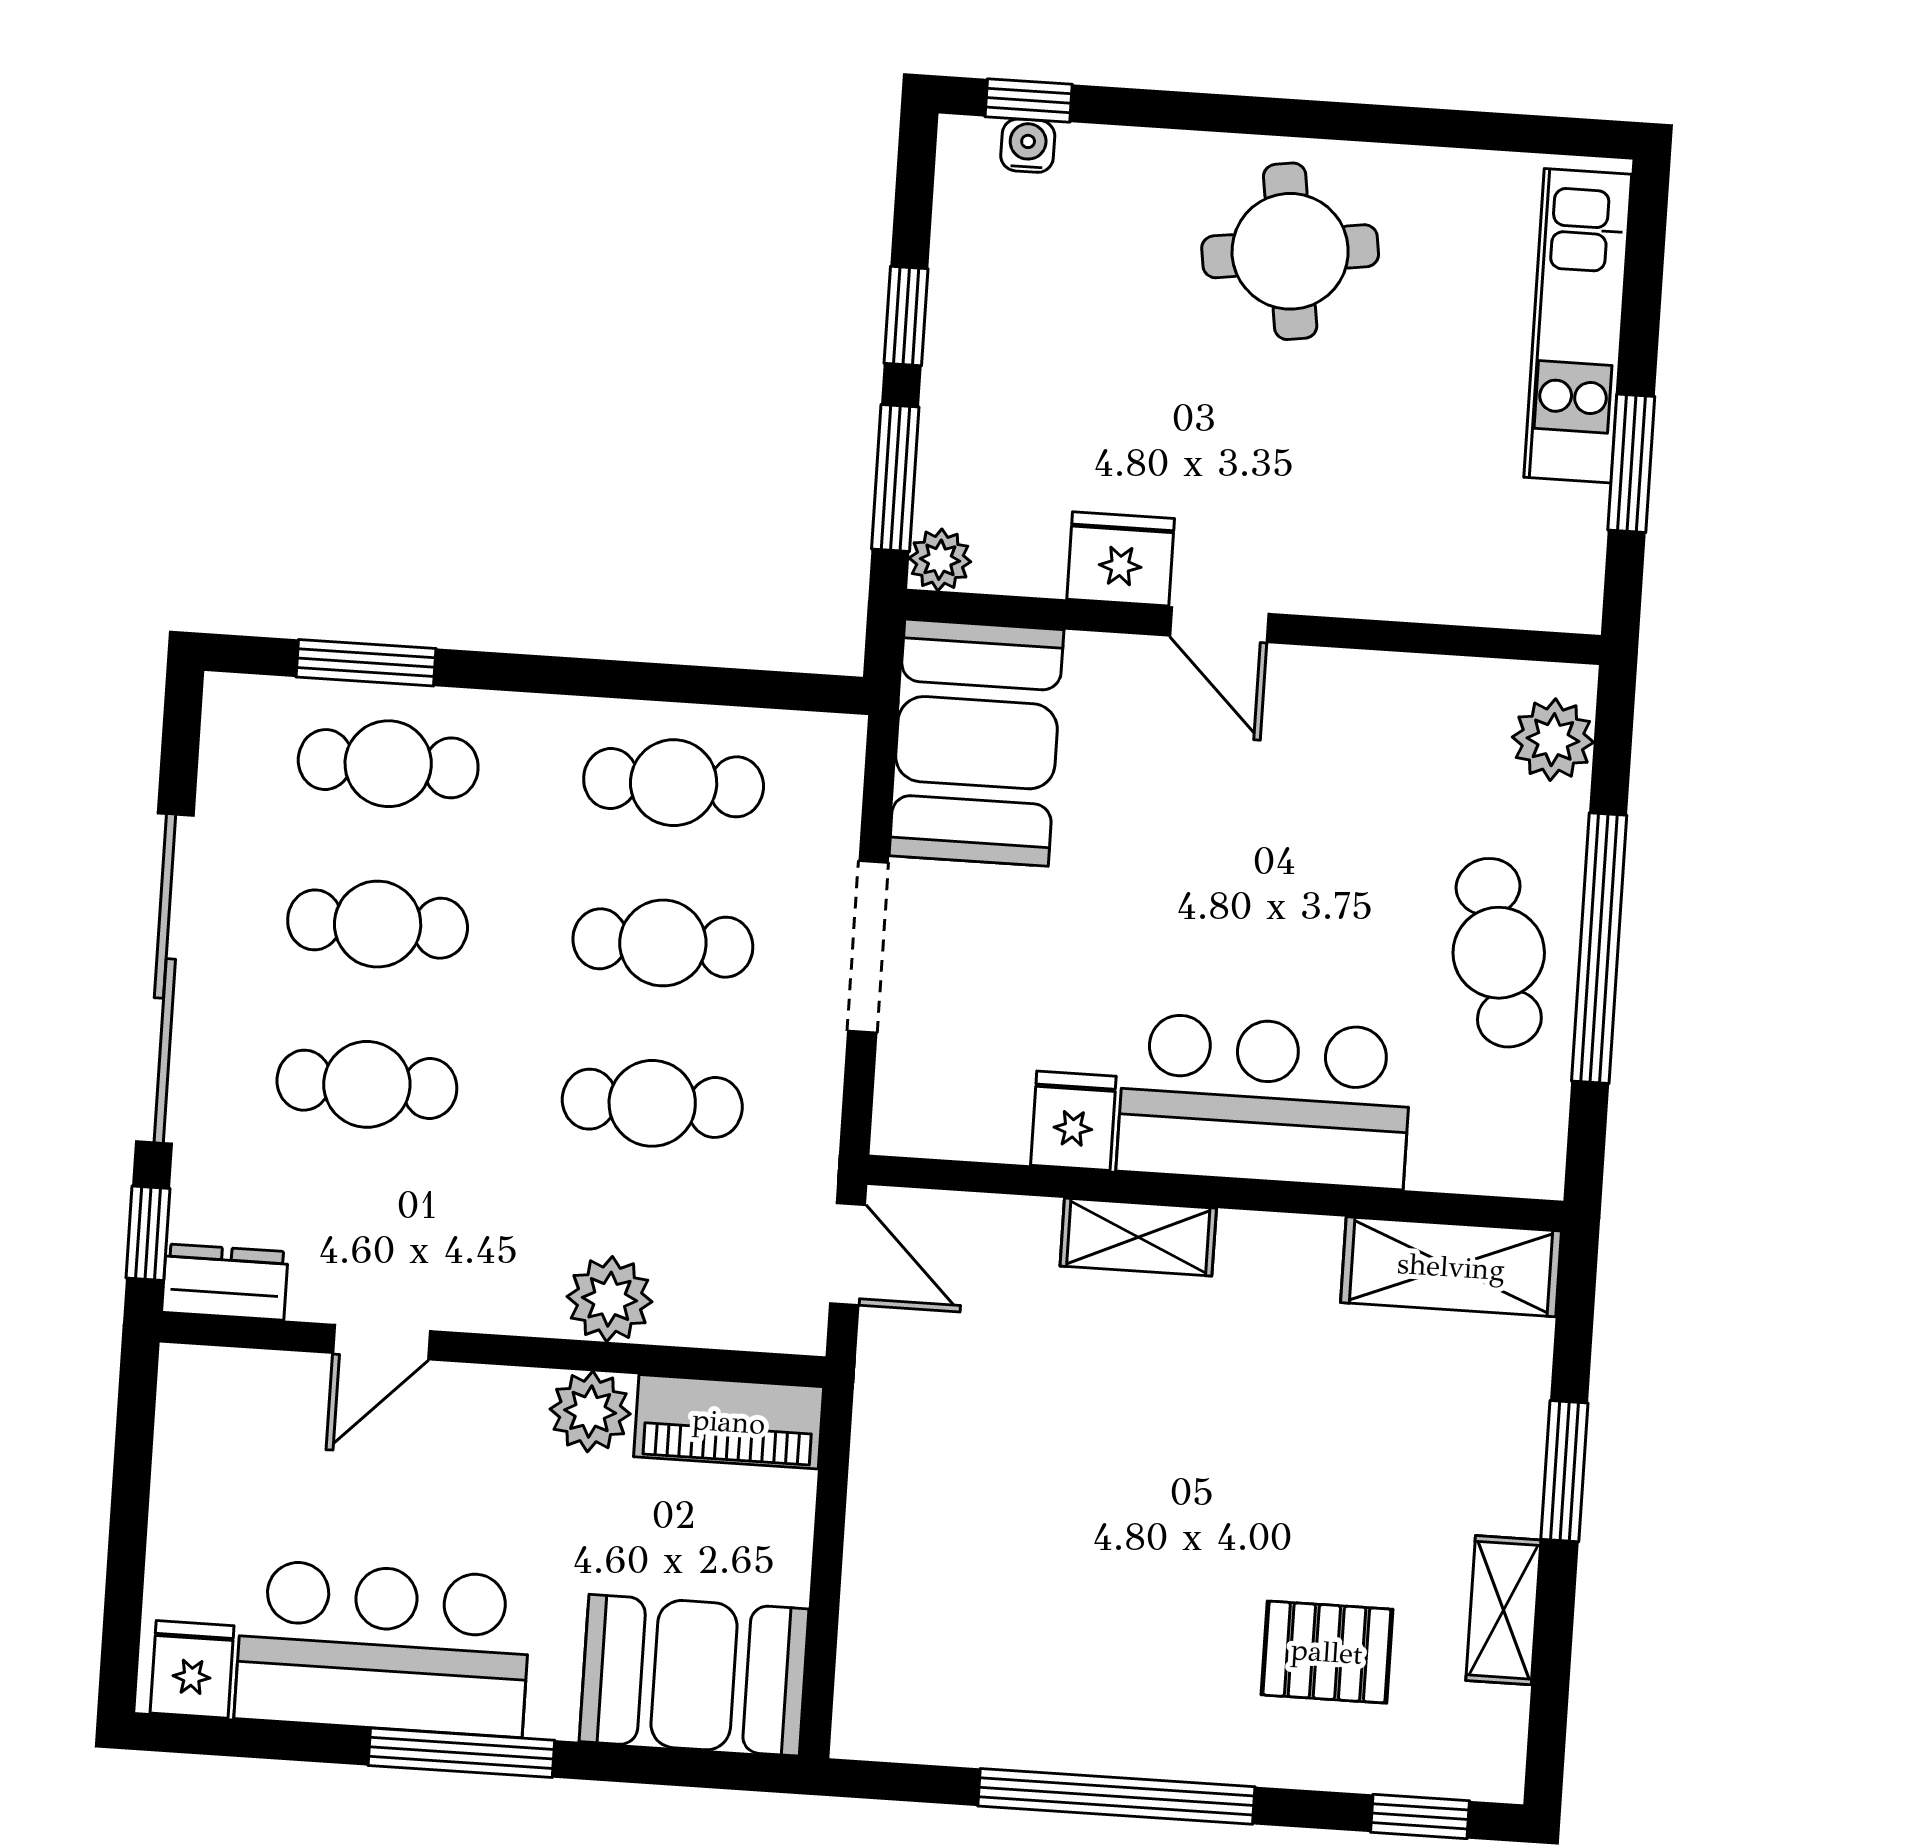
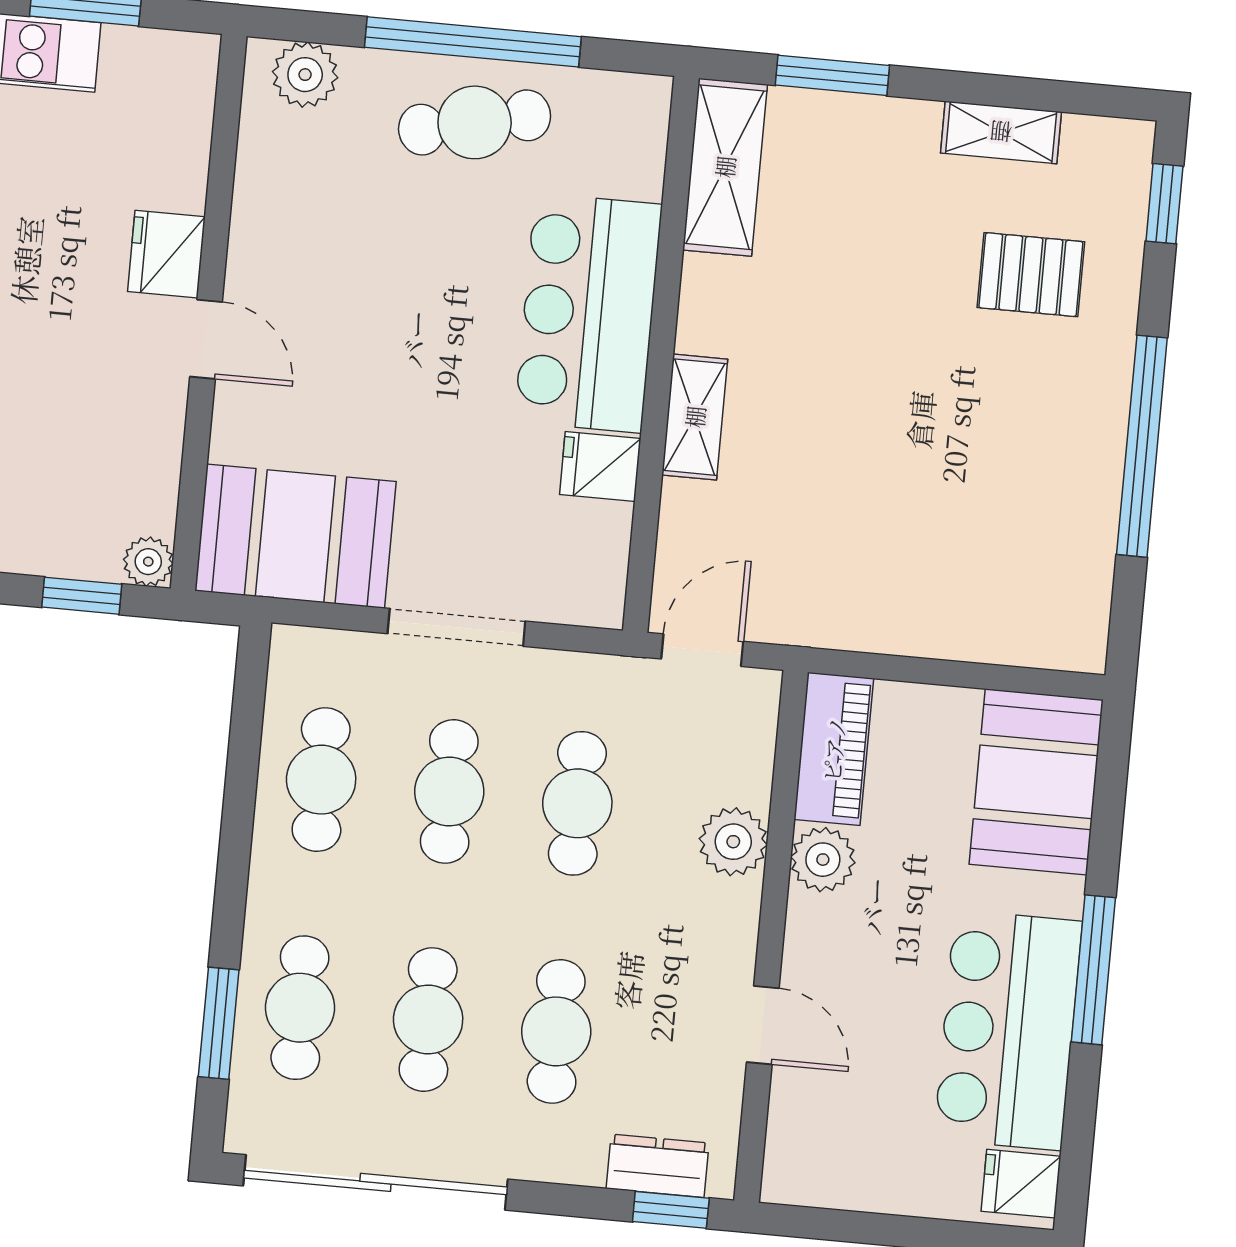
window: (895, 478) -> (82, 596), width x0.67
fridge: (1121, 559) -> (166, 254), moved
door: (1219, 625) -> (206, 339), hinge flipped
sliding door: (165, 978) -> (375, 1182), moved
dresser: (225, 1282) -> (658, 1166), moved, turned 90
window: (1564, 1471) -> (832, 75), moved
pallet: (1327, 1652) -> (1031, 275), turned 90

